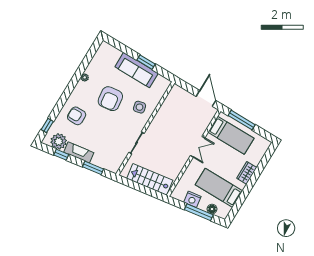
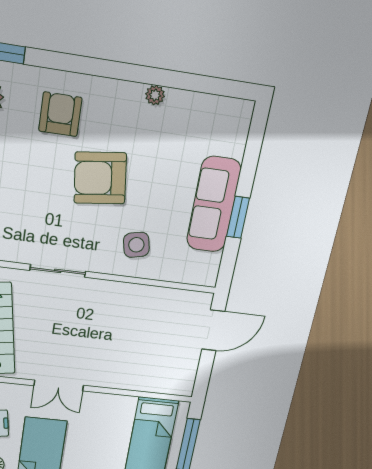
door: (206, 98) -> (213, 330), moved
armchair: (110, 99) -> (100, 178), moved
double door: (198, 147) -> (59, 386), moved

